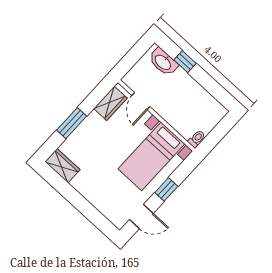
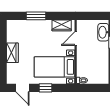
wardrobe: (62, 166) -> (12, 53), moved

